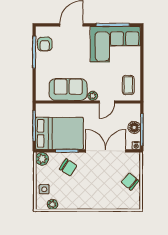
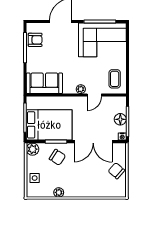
armchair: (45, 44) -> (35, 40), turned -89
sofa: (68, 90) -> (44, 83), moved
double door: (106, 151) -> (93, 142), swing flipped
plant: (52, 204) -> (59, 192), moved

